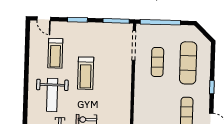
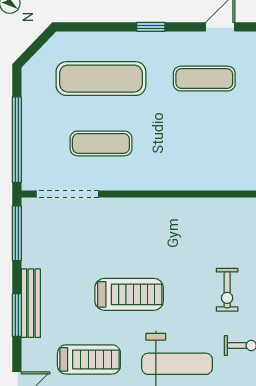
bench: (83, 27) -> (31, 303), added

